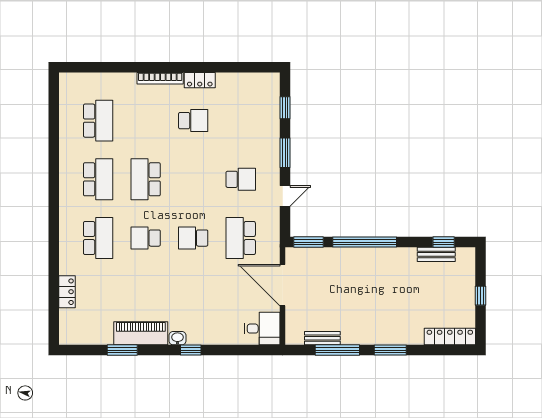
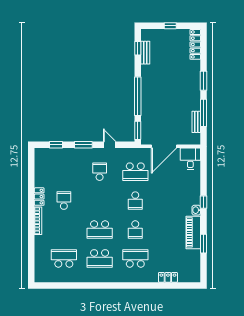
school desk: (98, 179) -> (100, 258), turned 180

